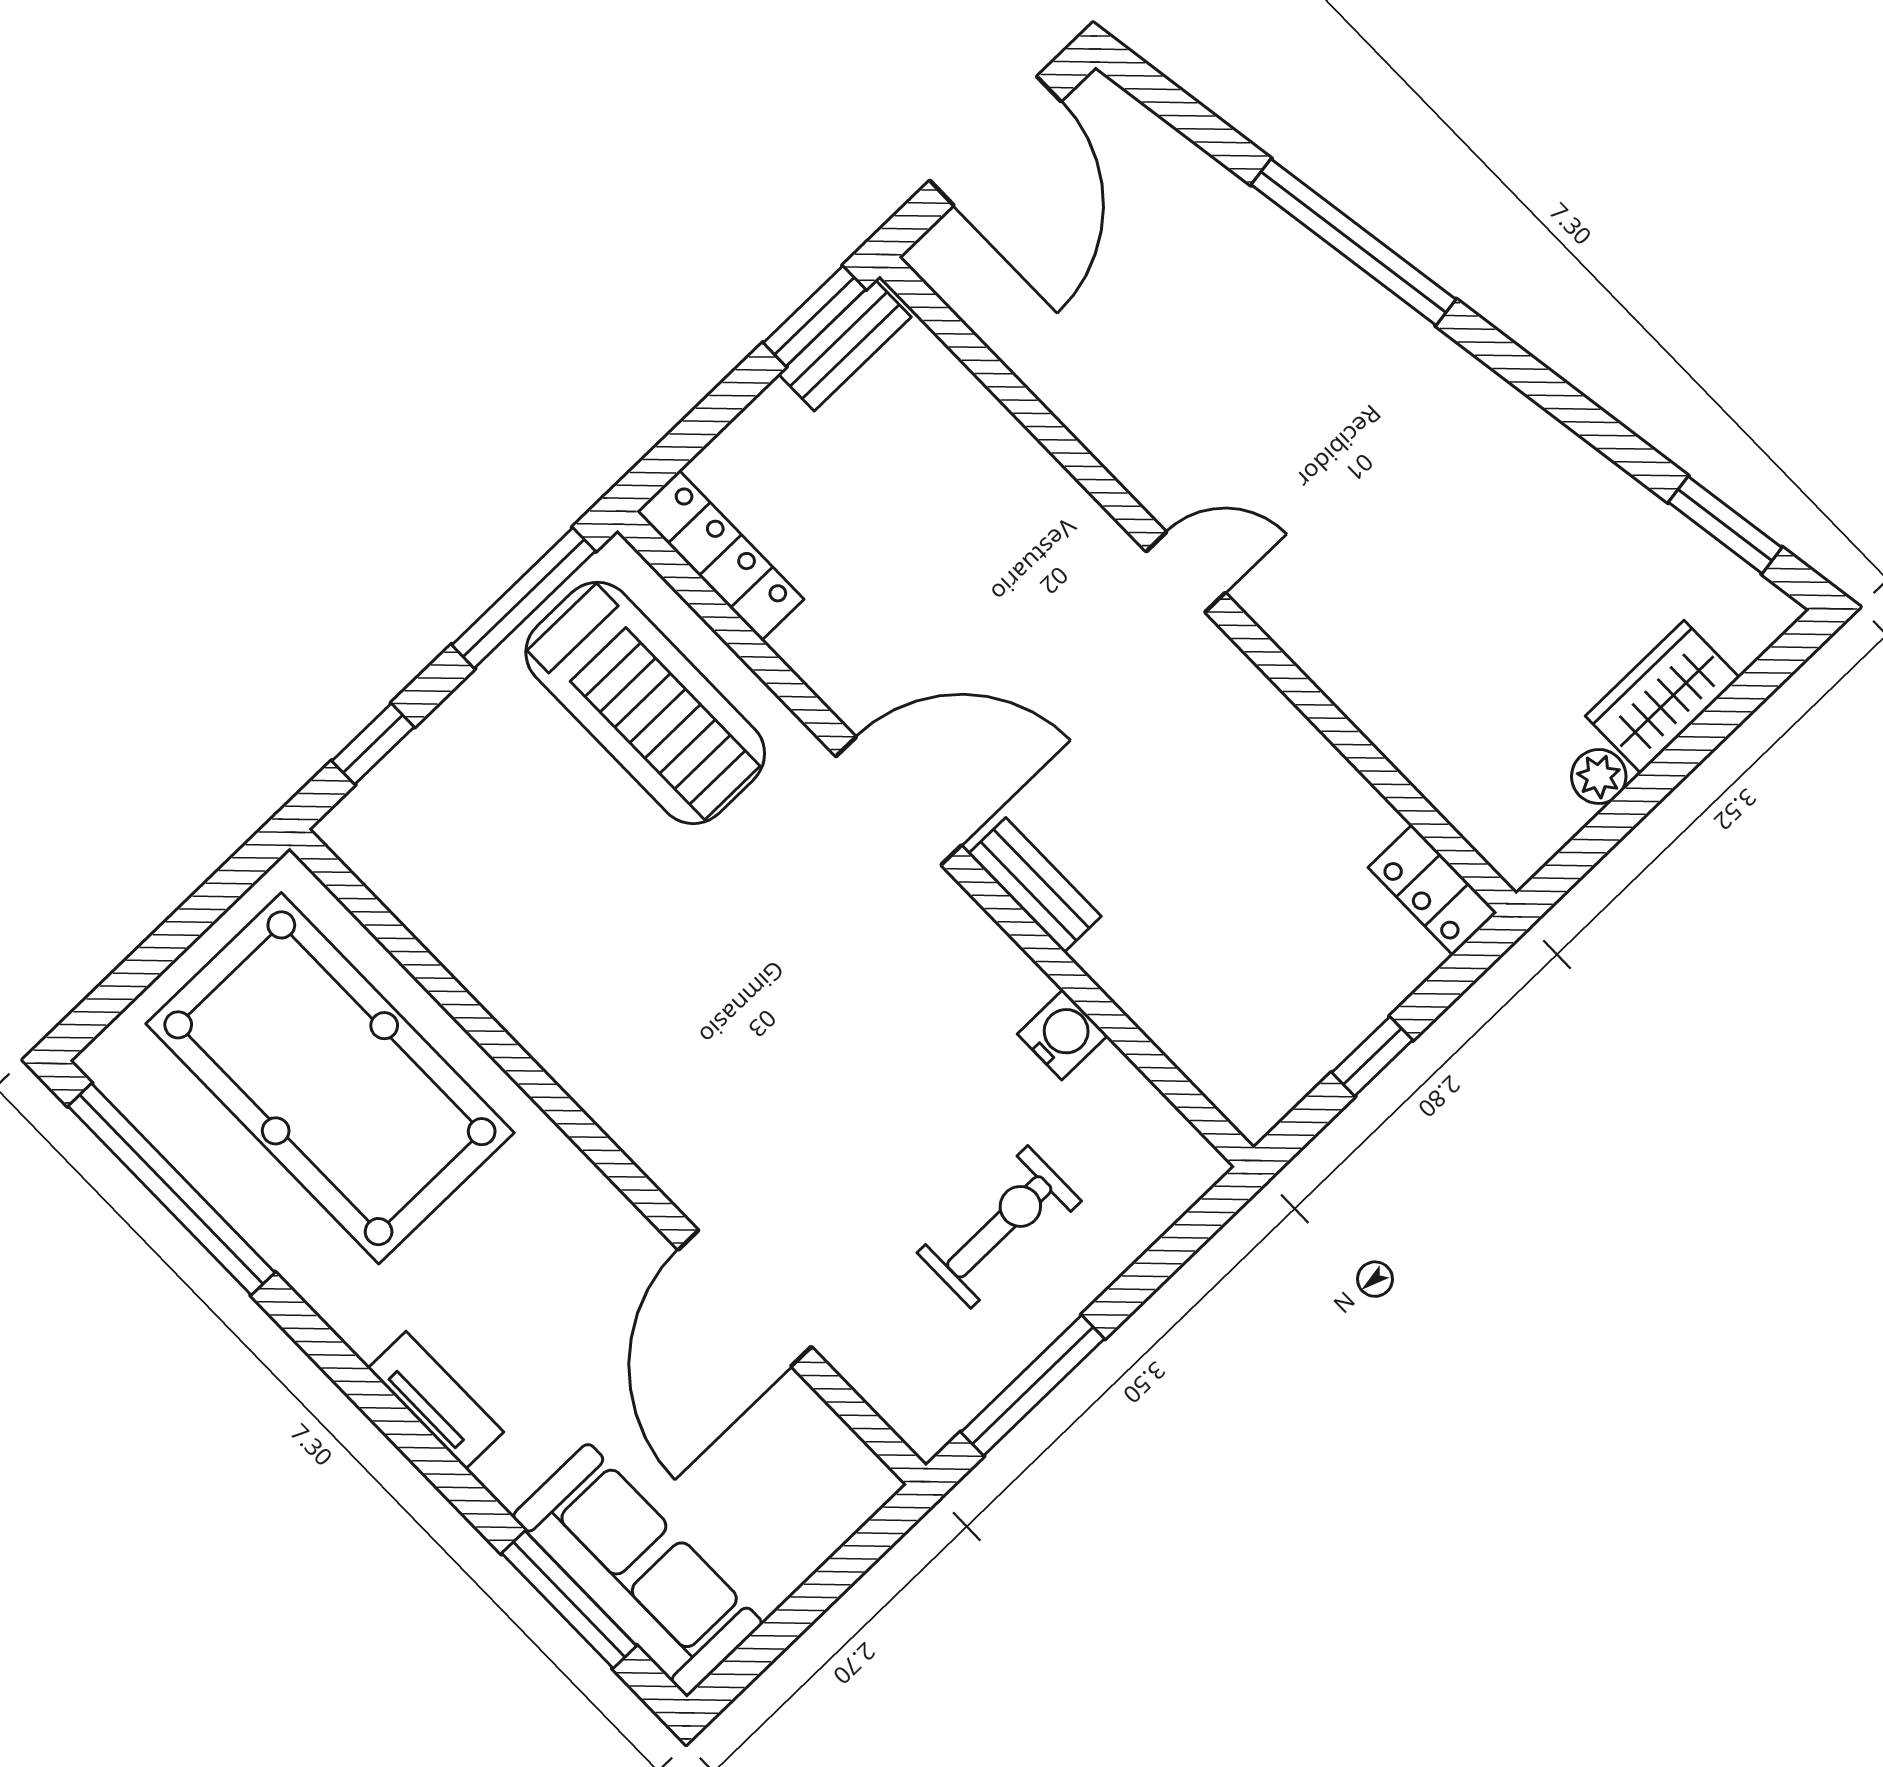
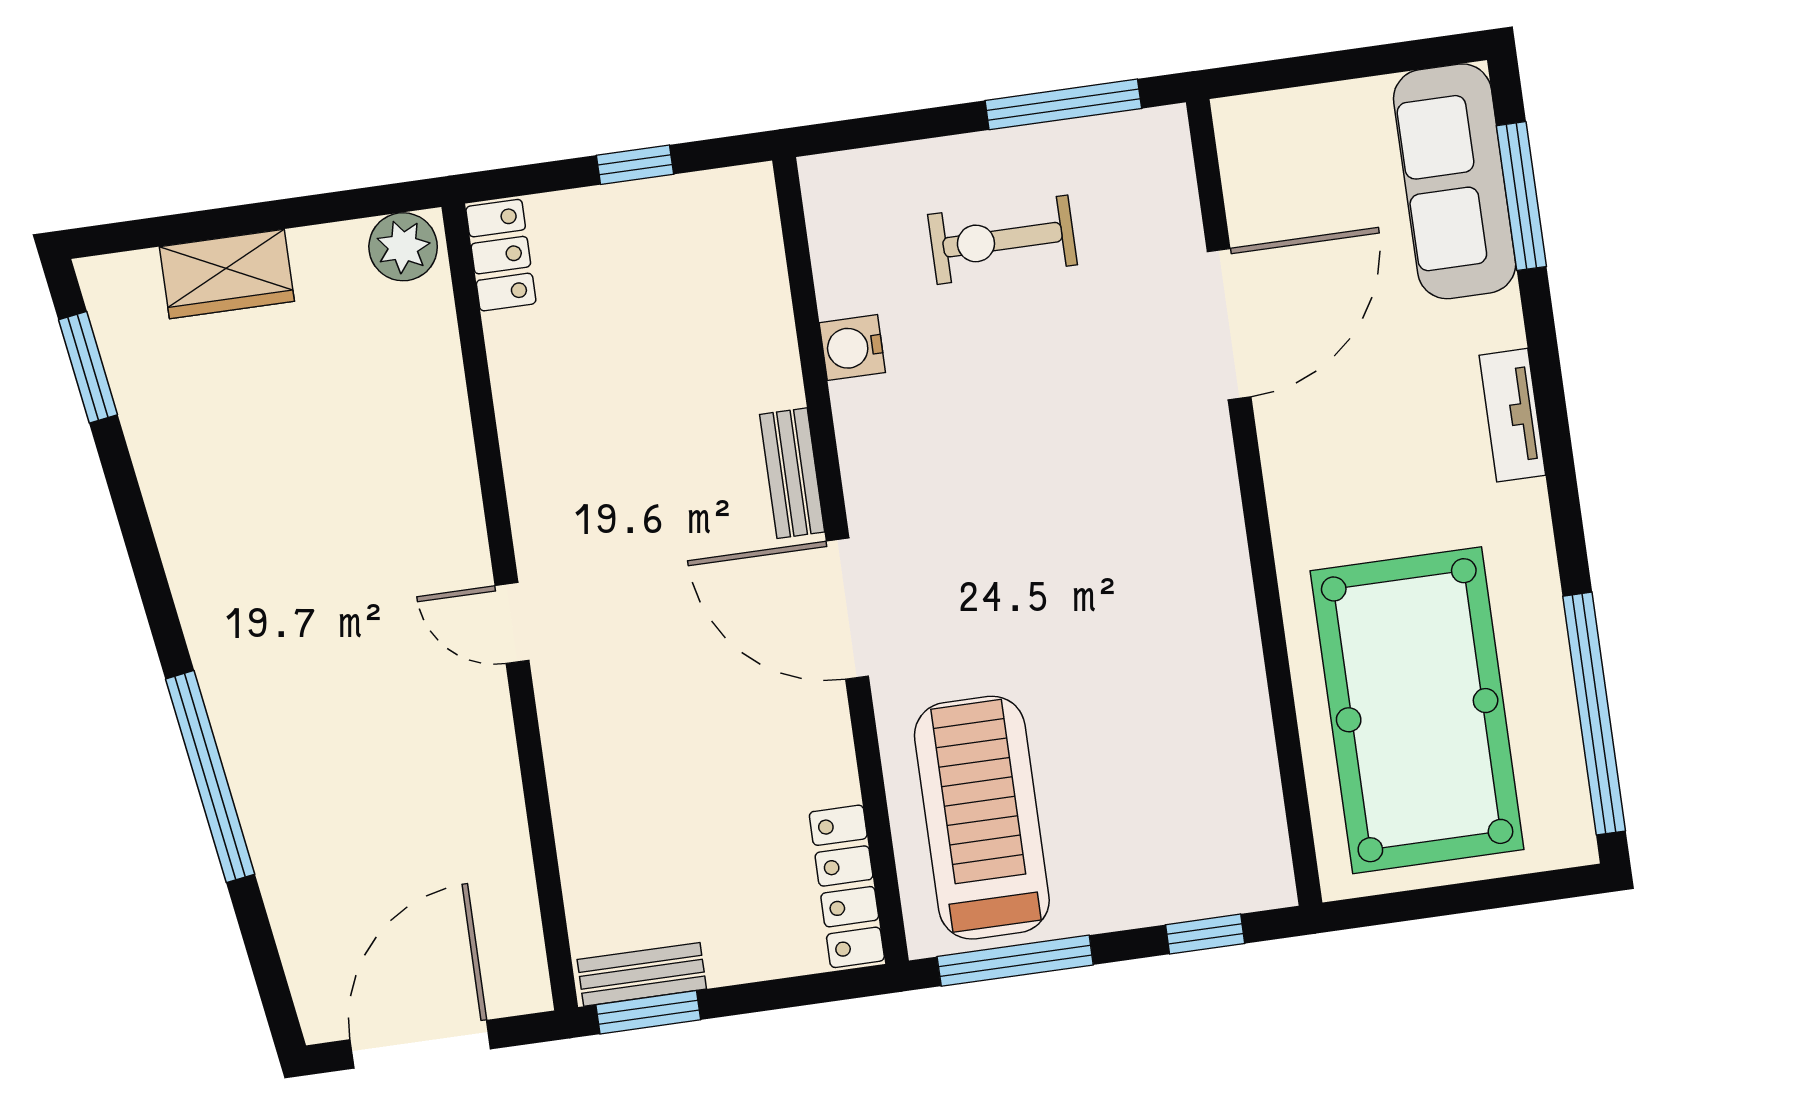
plant: (1599, 776) -> (403, 247), moved, width x1.38, depth x1.38

